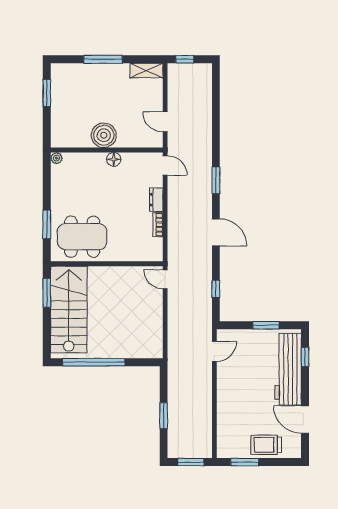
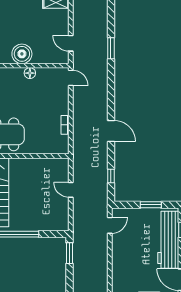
window: (216, 180) -> (111, 48), moved
dresser: (156, 200) -> (64, 105), removed
door: (165, 279) -> (71, 190), moved
window: (164, 416) -> (69, 253), moved

